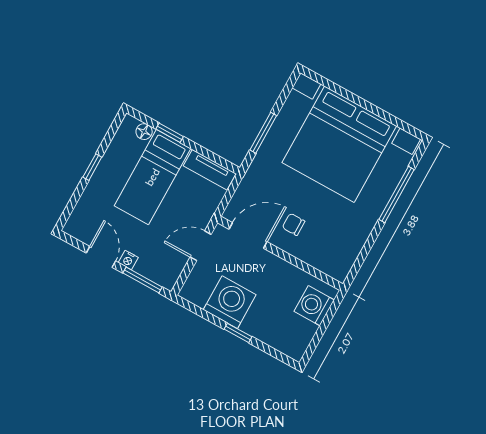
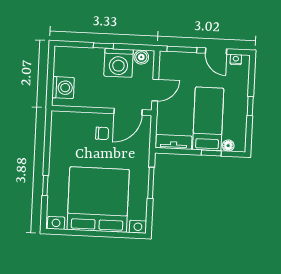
window: (397, 195) -> (45, 185), width x0.46
nightstand: (128, 260) -> (236, 60), moved
boiler: (198, 295) -> (141, 57), added

